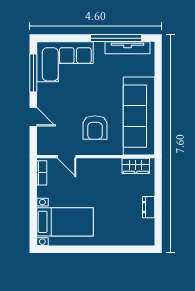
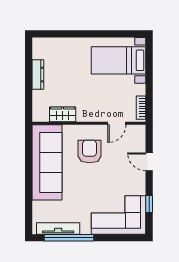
window: (33, 73) -> (149, 204), width x0.46
door: (67, 157) -> (117, 123), swing flipped
wardrobe: (136, 166) -> (63, 114), moved
dresser: (149, 207) -> (38, 75), width x1.44

